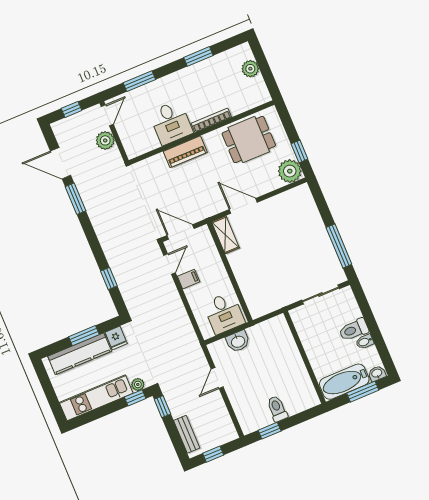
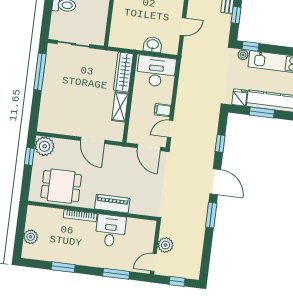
door: (61, 163) -> (215, 182), moved
shelving: (225, 235) -> (120, 107), moved
wardrobe: (252, 295) -> (123, 72), added
desk: (224, 313) -> (156, 71), width x1.37
window: (162, 407) -> (236, 15), moved

